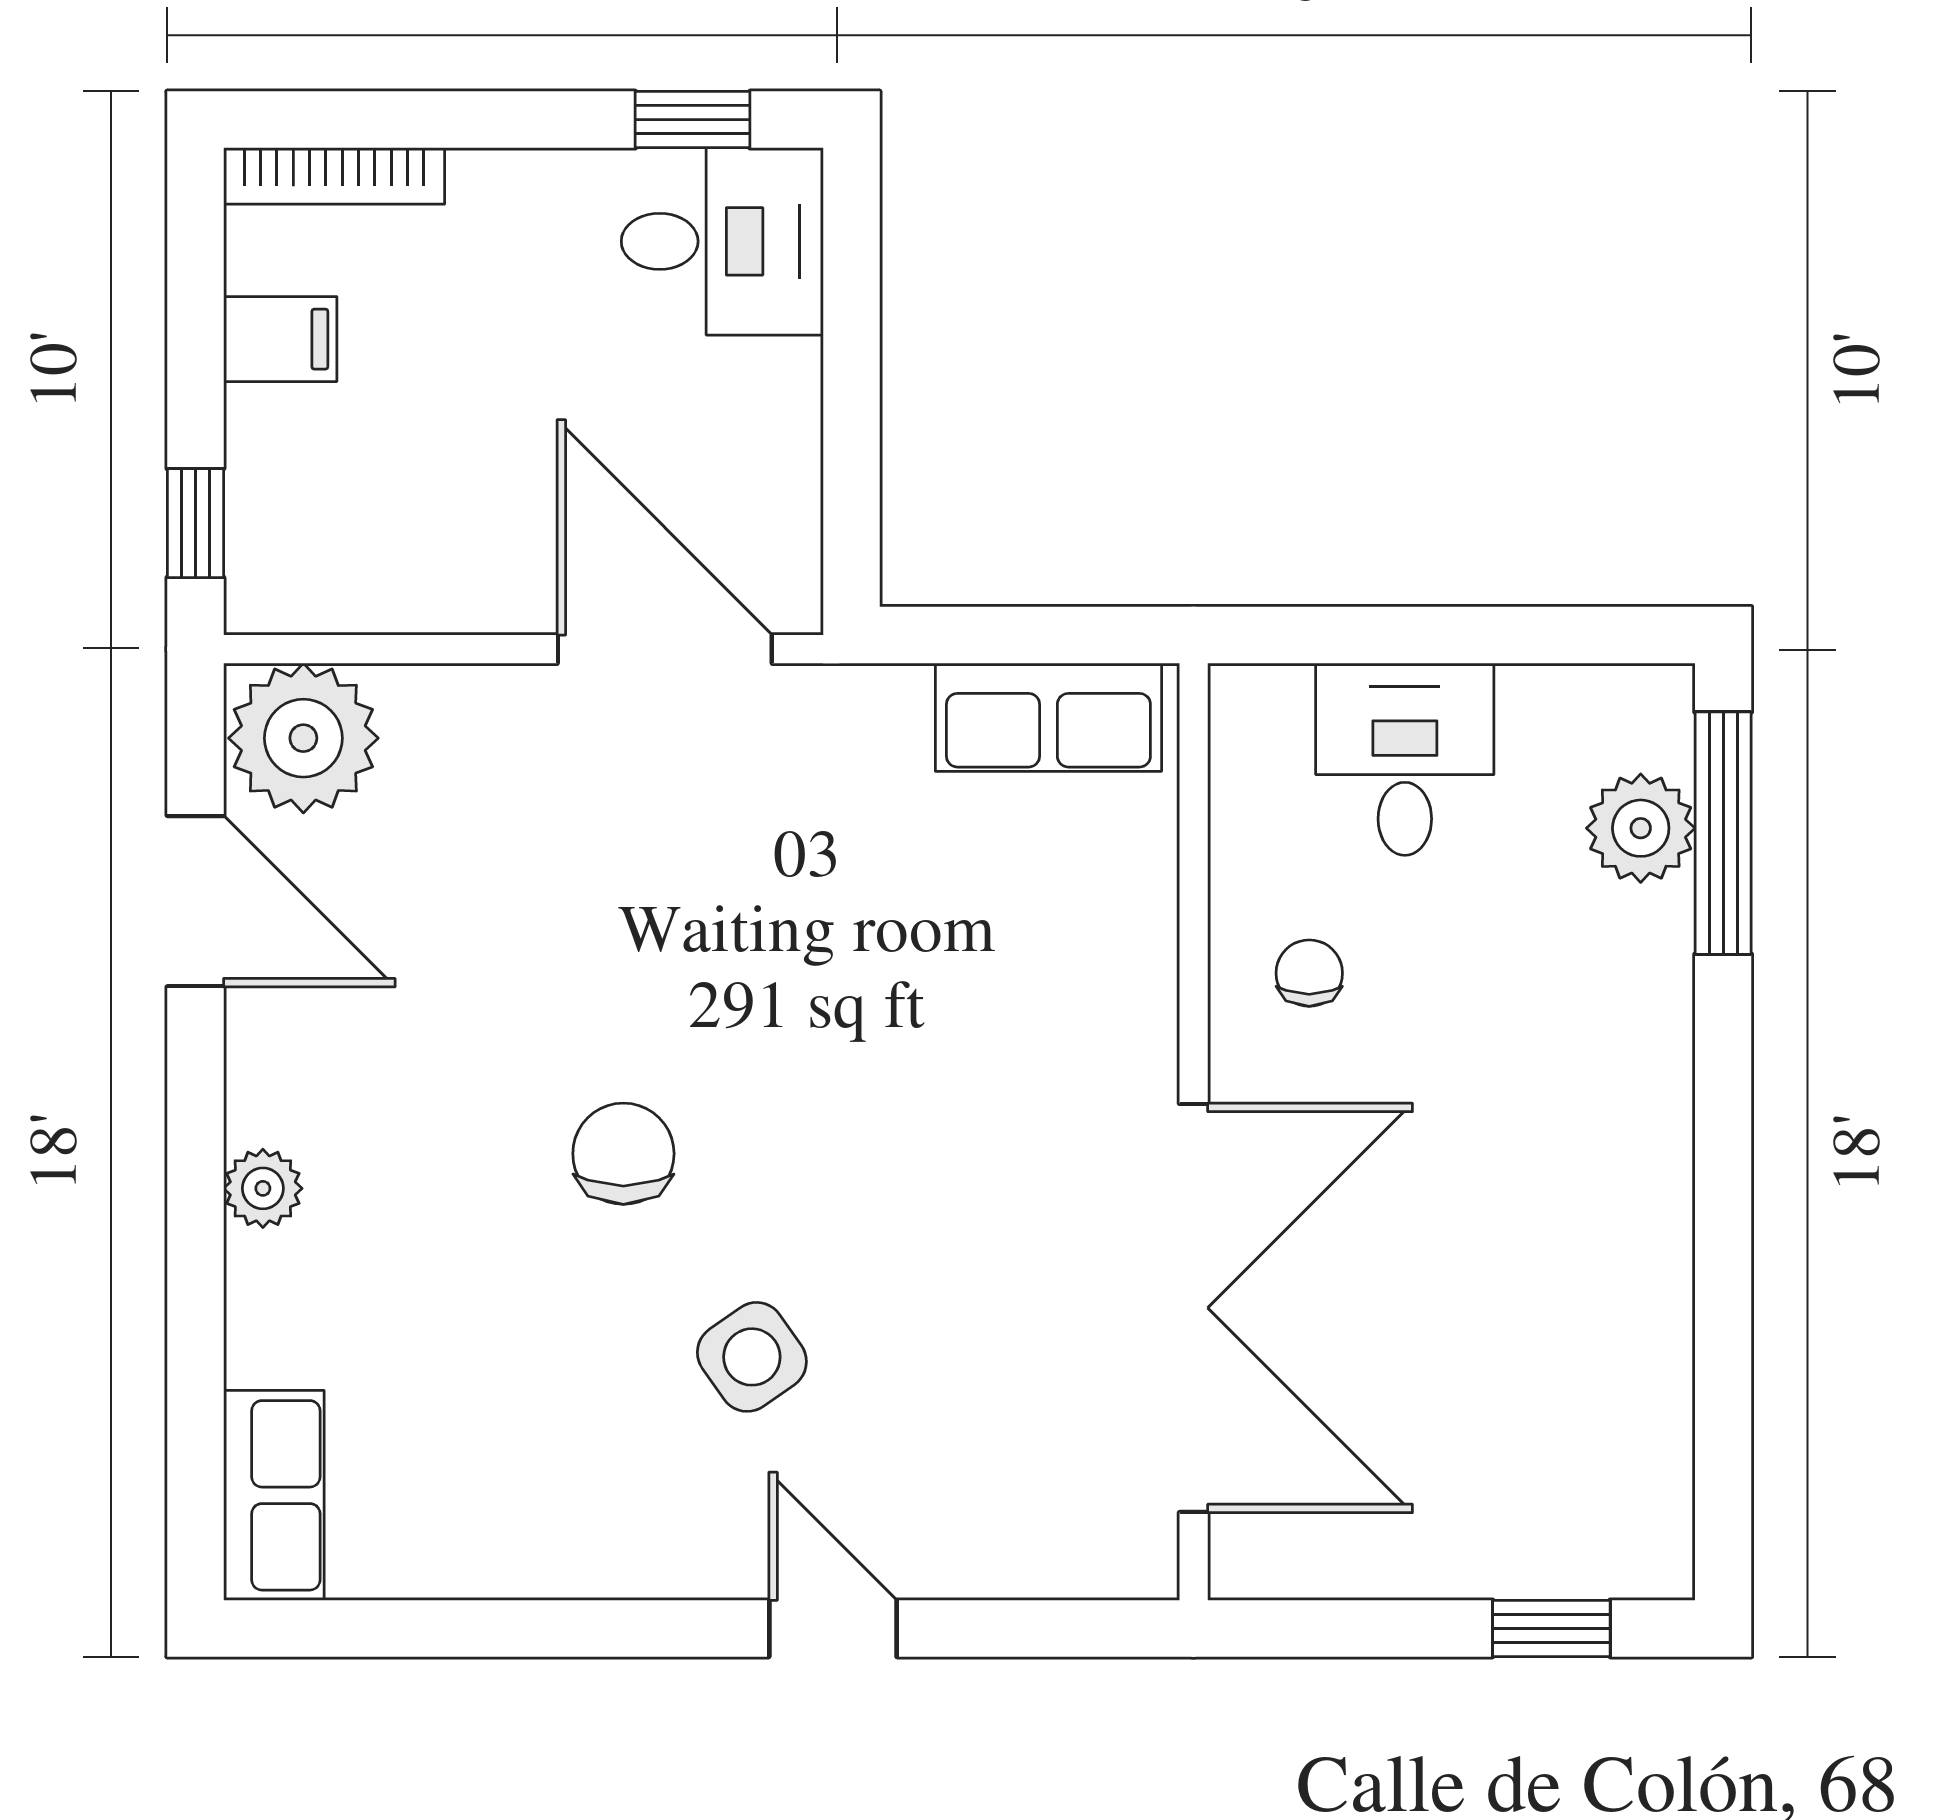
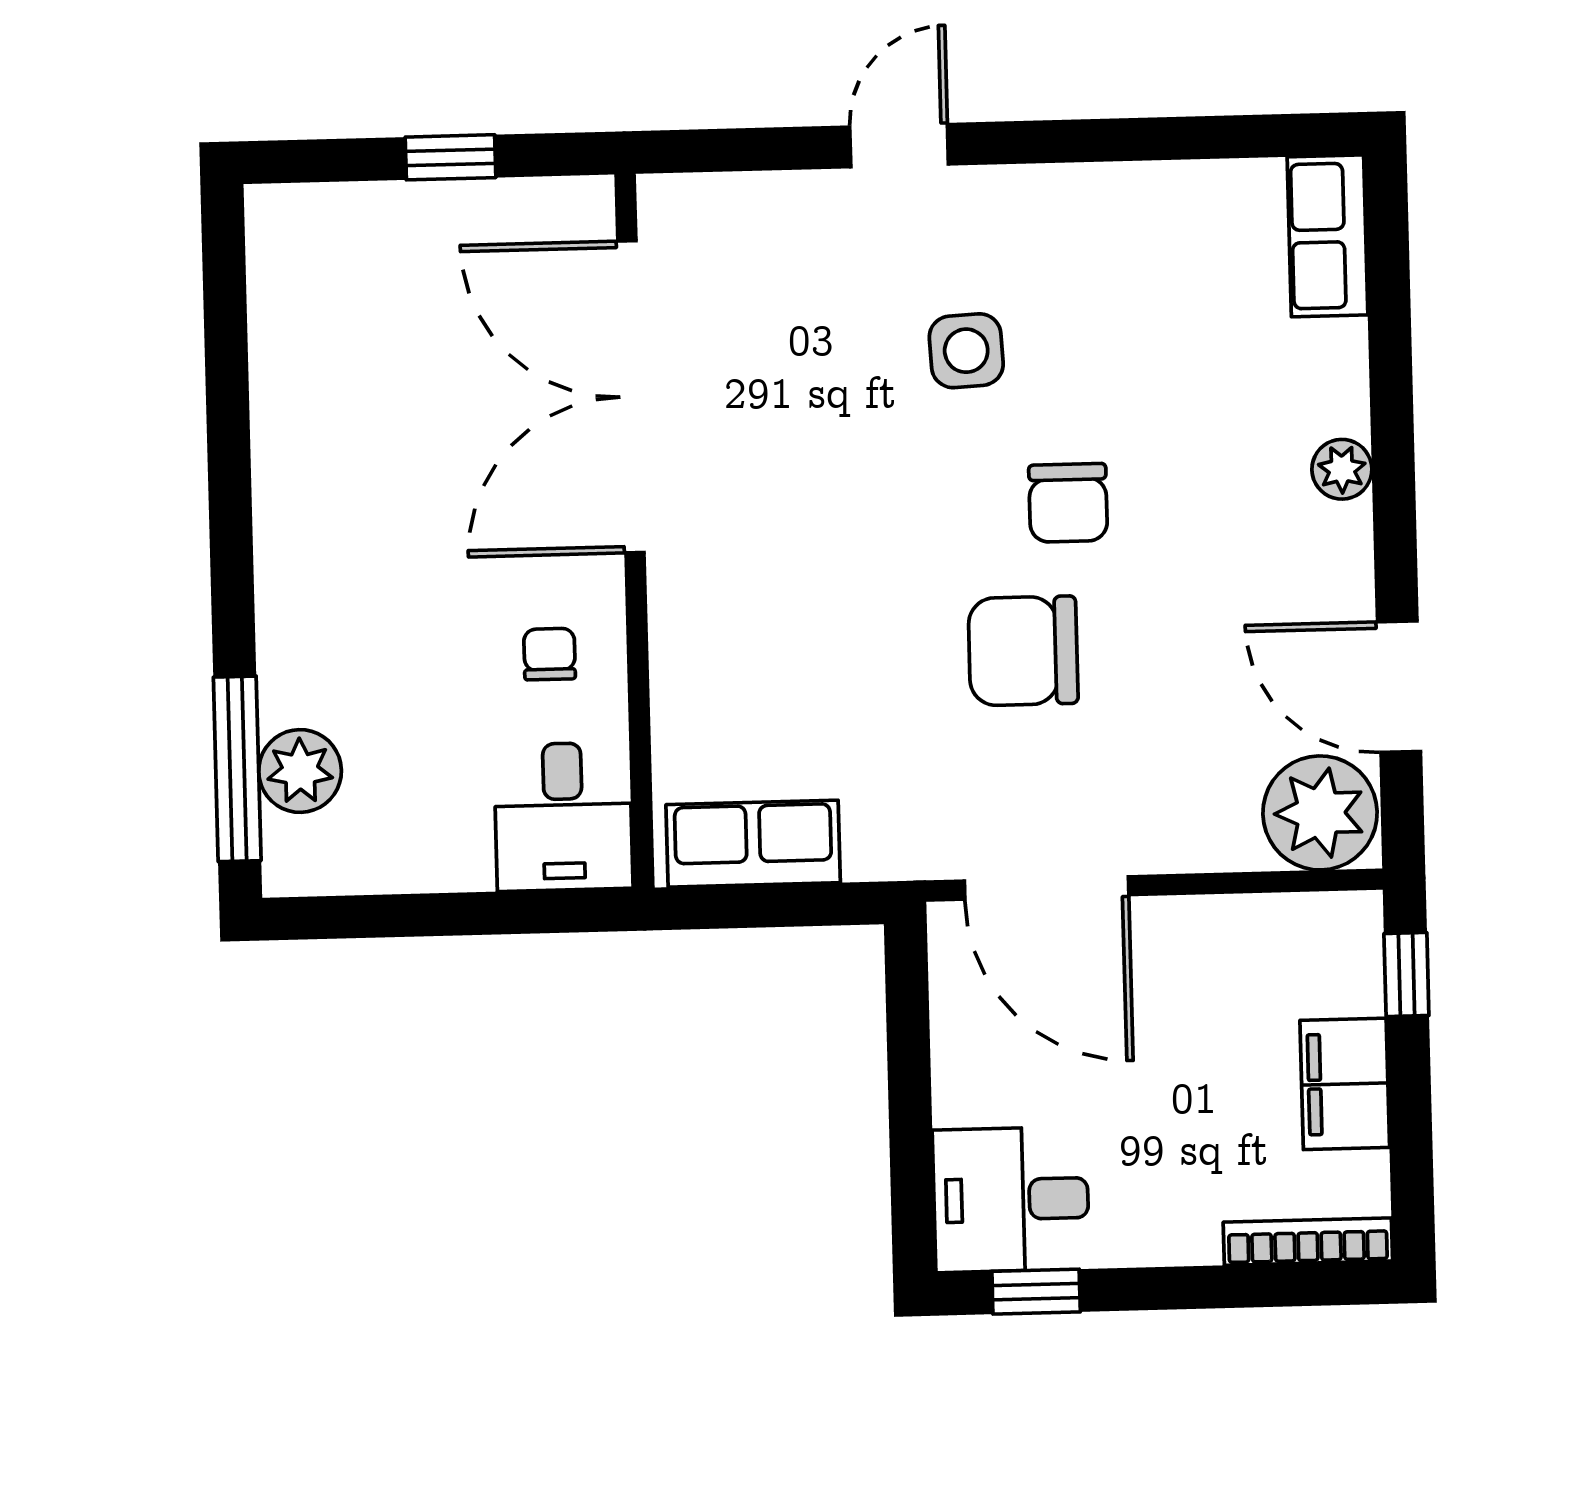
filing cabinet: (280, 339) -> (1345, 1084), width x2.00
desk: (1405, 759) -> (563, 817), moved
chair: (688, 961) -> (1023, 651), added
chair: (1309, 973) -> (550, 654), turned 180
side table: (752, 1357) -> (966, 351), turned 32
door: (833, 1628) -> (899, 146), swing flipped
window: (1551, 1628) -> (451, 157), moved

